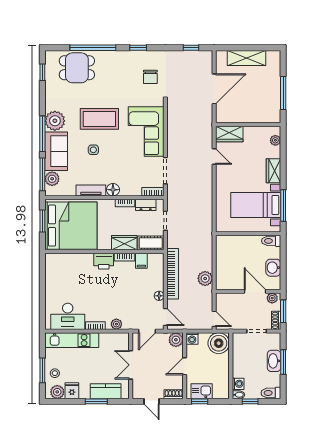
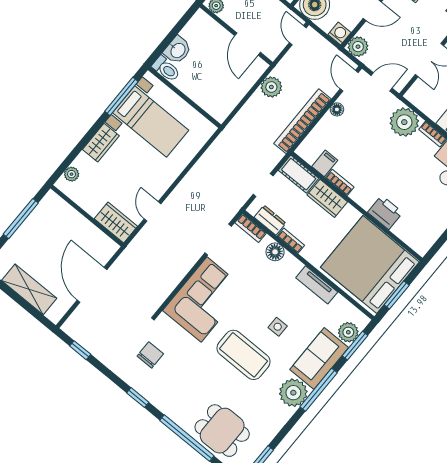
door: (214, 89) -> (92, 285), hinge flipped
window: (42, 174) -> (355, 346), width x0.69
floor lamp: (113, 190) -> (275, 252), moved
printer: (104, 261) -> (385, 212), moved
washbasin: (273, 268) -> (178, 50), moved
door: (255, 291) -> (248, 44), moved
plant: (116, 324) -> (404, 122), width x1.87, depth x1.87

